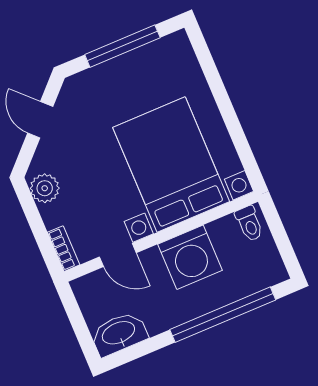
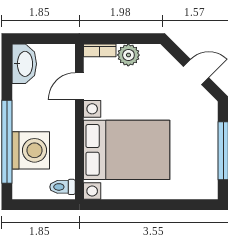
plant: (45, 188) -> (128, 55), moved
washing machine: (190, 257) -> (31, 150), moved, turned 180

